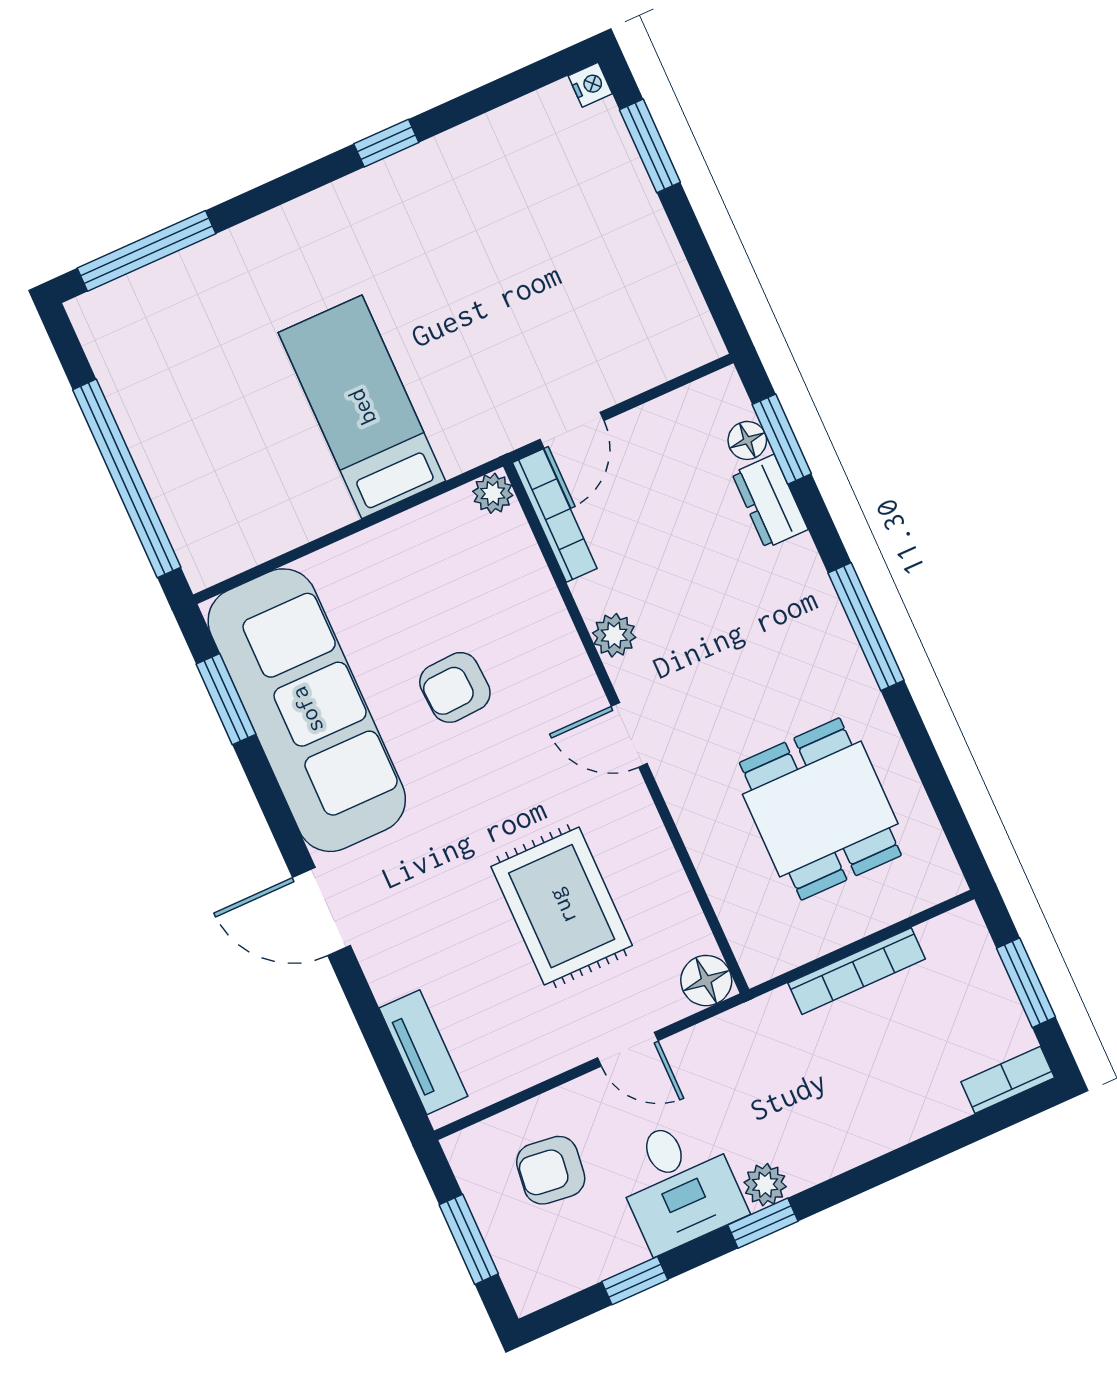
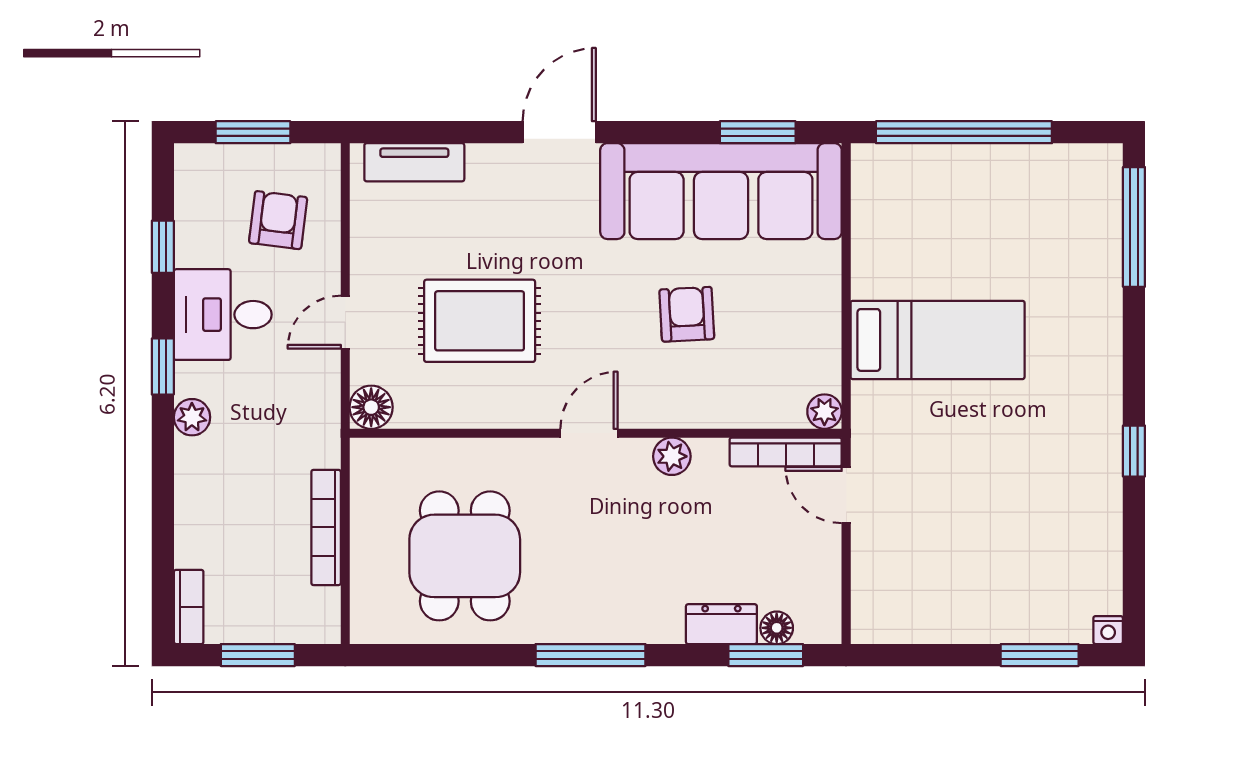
dining table: (820, 809) -> (465, 556), turned 90
plant: (765, 1185) -> (192, 417), moved

